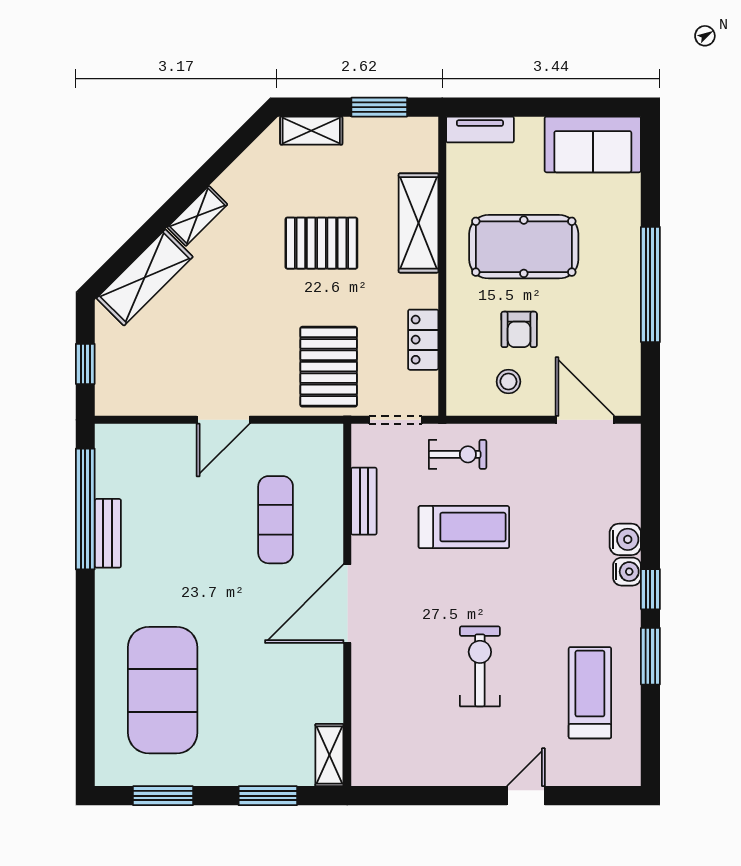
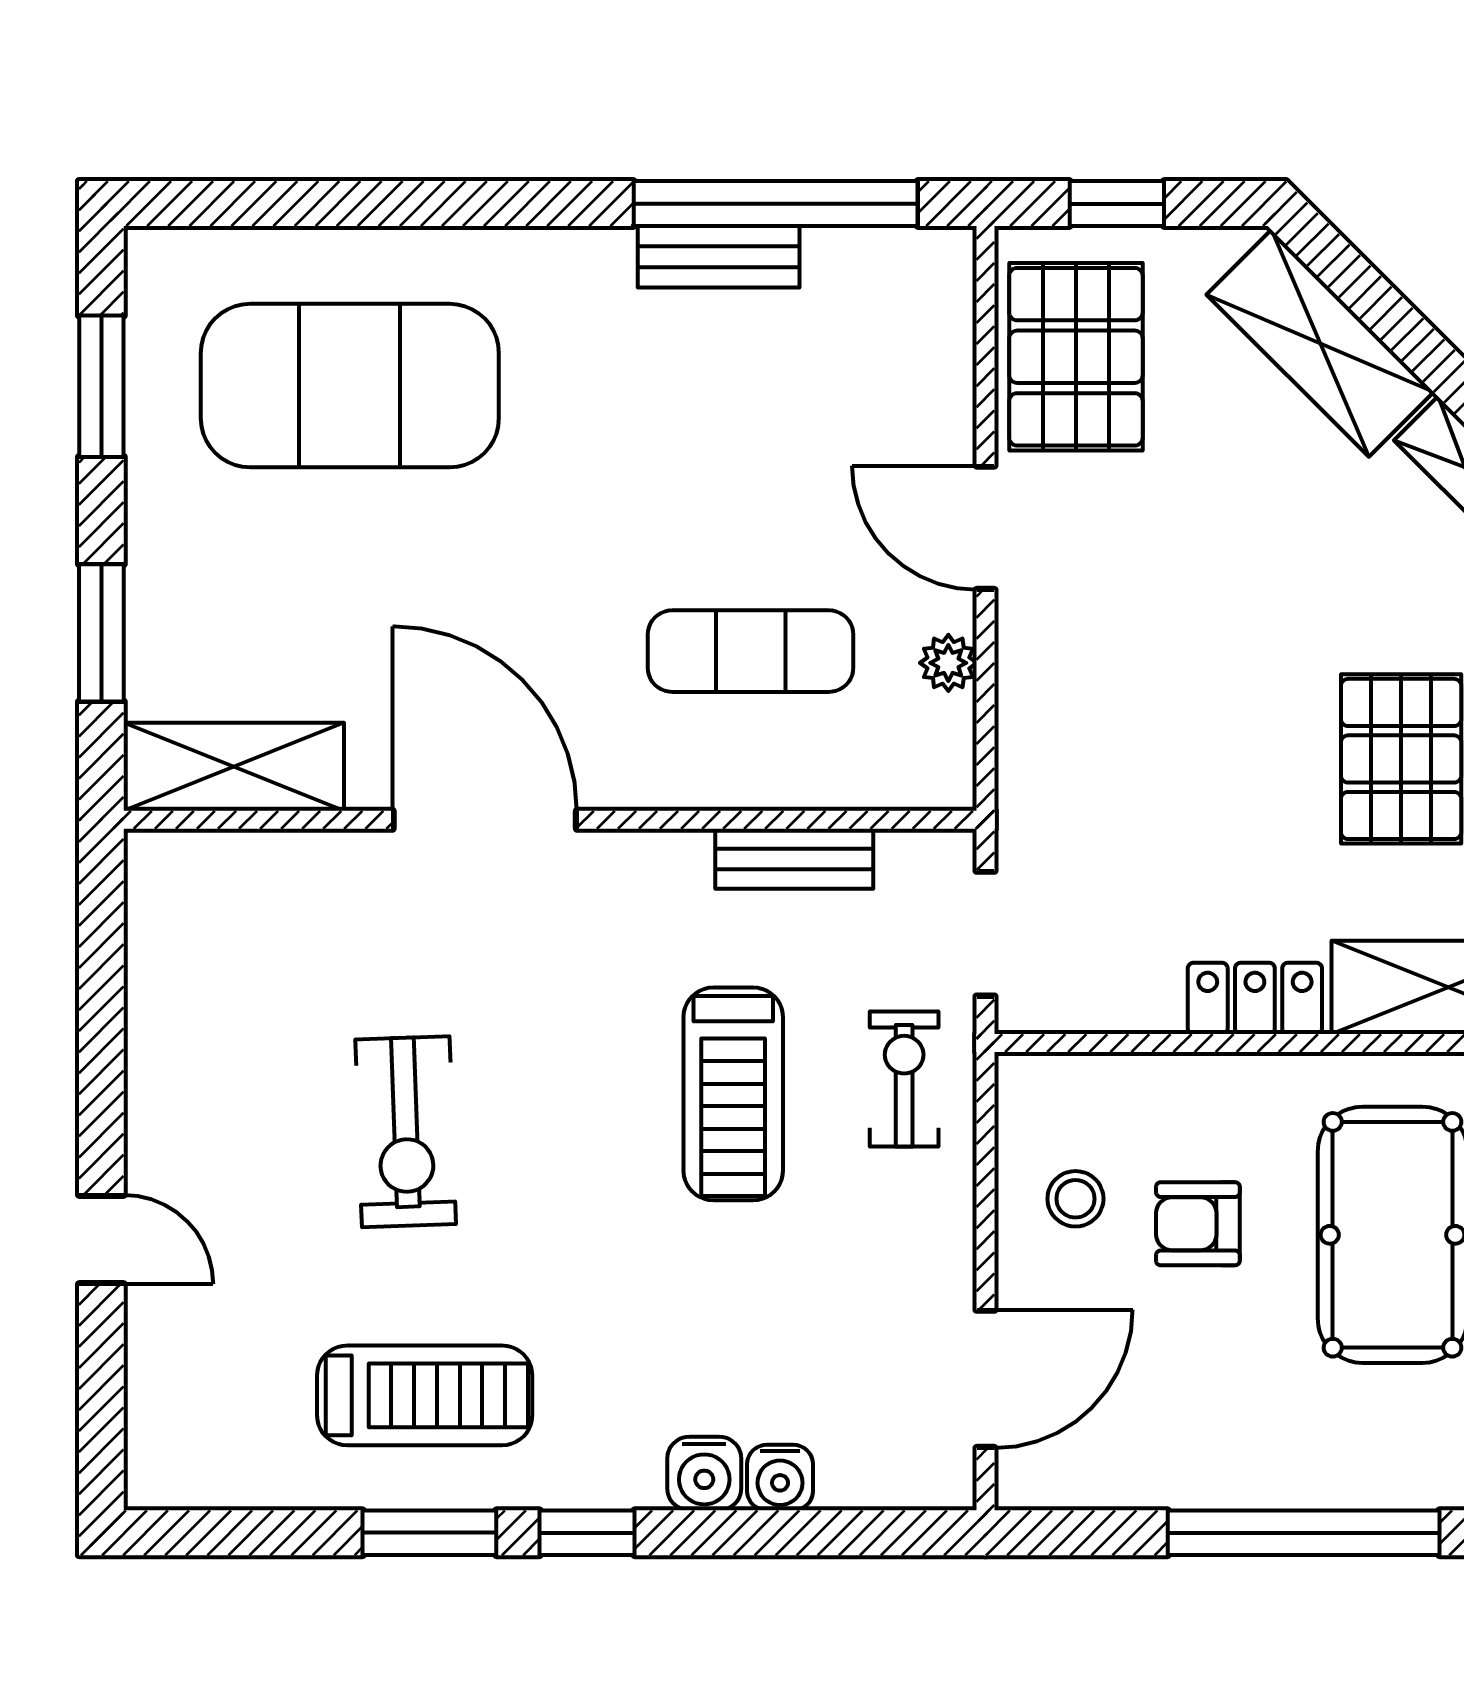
locker: (423, 340) -> (1255, 998), moved
pallet: (329, 367) -> (1076, 357), moved, turned 90
plant: (281, 436) -> (948, 663), added
exercise bike: (458, 454) -> (904, 1079), turned 180
water cooler: (627, 572) -> (780, 1478), moved
door: (347, 604) -> (485, 820), moved
exercise bike: (480, 666) -> (406, 1132), turned 88
treadmill: (590, 693) -> (425, 1395), moved
shelving: (329, 755) -> (234, 767), width x1.50, depth x1.33

